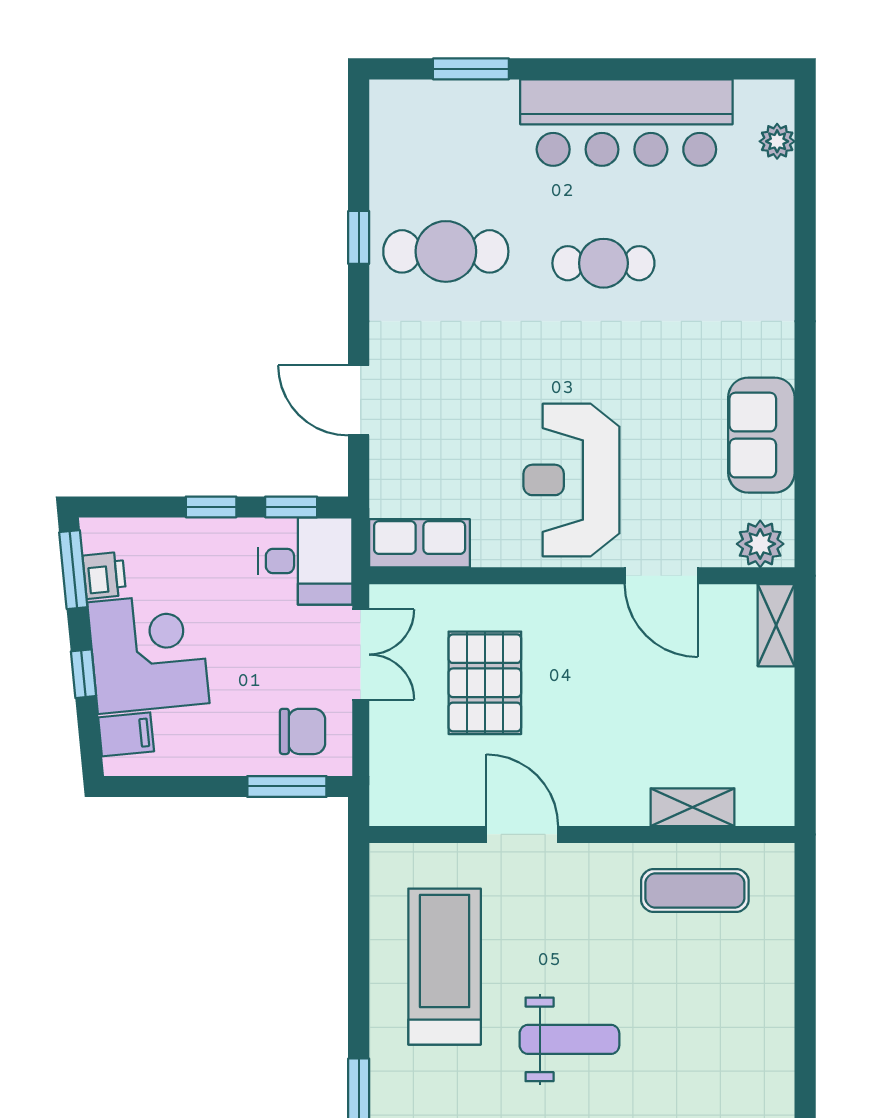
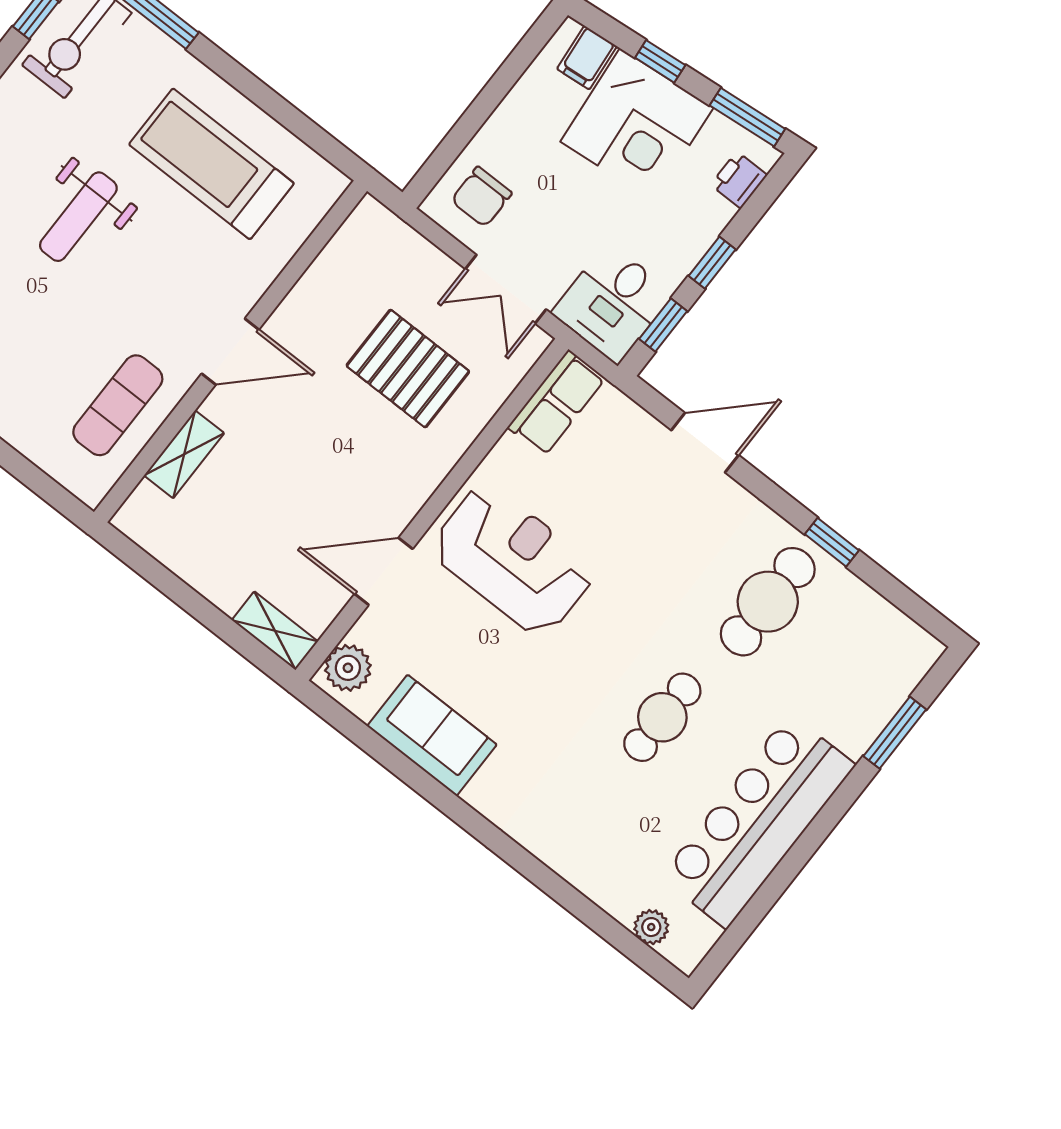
printer: (104, 575) -> (739, 180), moved, turned 96
window: (287, 786) -> (448, 151), removed
door: (522, 834) -> (230, 352), moved
treadmill: (445, 967) -> (211, 164), turned 180

